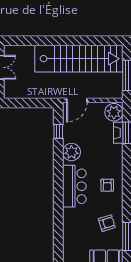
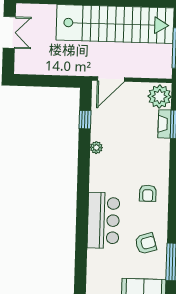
plant: (71, 152) -> (96, 148), width x0.53, depth x0.53
bar counter: (74, 186) -> (103, 220), moved

